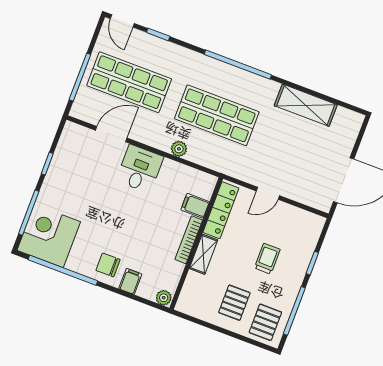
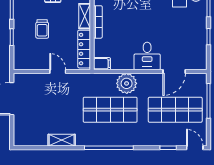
shelving: (306, 105) -> (62, 140), width x0.67, depth x0.75
plant: (179, 149) -> (127, 83), width x1.87, depth x1.87
door: (268, 193) -> (58, 72), hinge flipped
filing cabinet: (195, 206) -> (102, 64), moved

